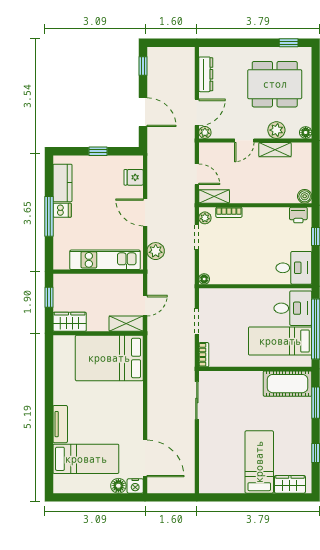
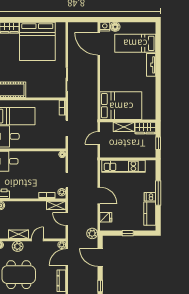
plant: (156, 251) -> (92, 233), moved
shelving: (126, 324) -> (124, 127), moved
bed: (259, 462) -> (37, 41), width x2.04

